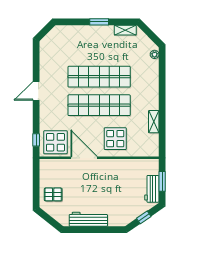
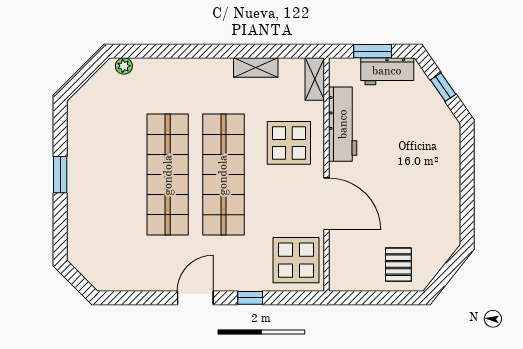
shelving: (125, 30) -> (315, 79), moved
door: (36, 91) -> (195, 298), swing flipped
window: (36, 140) -> (250, 298), moved
door: (84, 158) -> (327, 204), swing flipped
workbench: (88, 219) -> (343, 124), moved, turned 180

